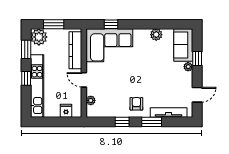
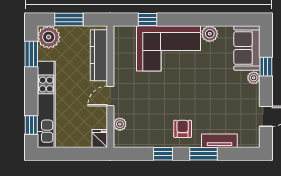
corner sofa: (109, 45) -> (168, 48), moved
window: (26, 78) -> (31, 125), moved
door: (84, 80) -> (110, 96), hinge flipped
fridge: (66, 111) -> (100, 138), moved
tv unit: (169, 113) -> (219, 141), width x0.71

